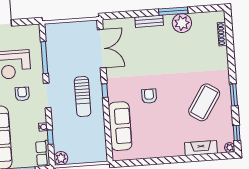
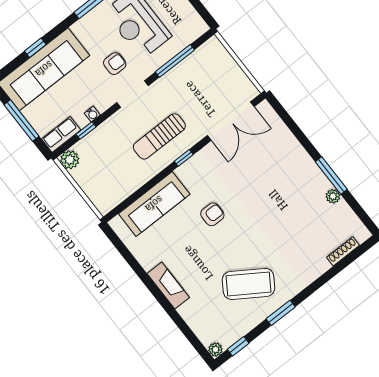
bench: (149, 21) -> (300, 155), removed
plant: (182, 23) -> (333, 196), width x0.53, depth x0.53
fireplace: (201, 148) -> (168, 286), moved

